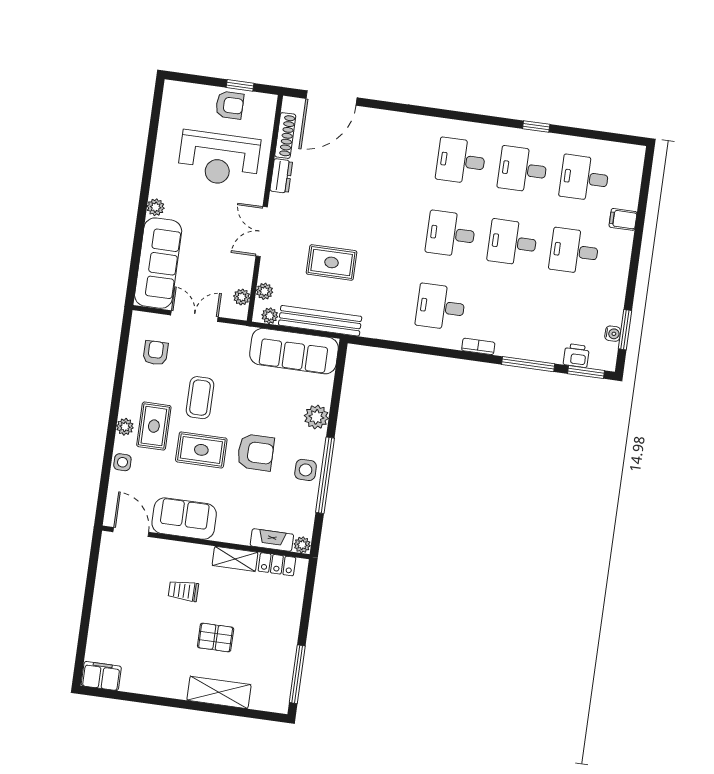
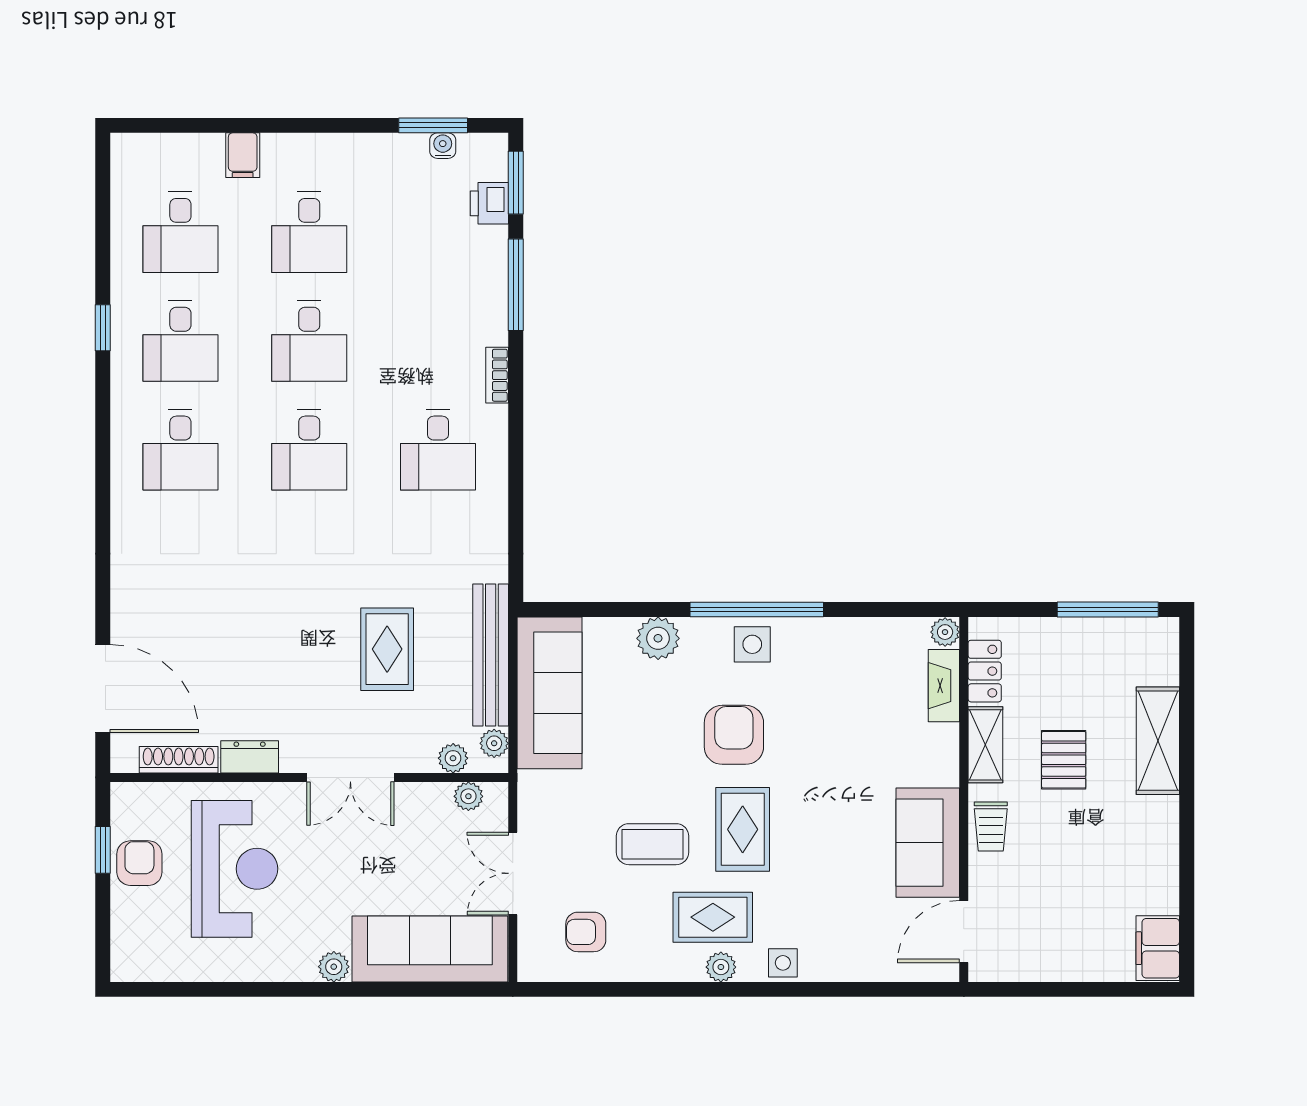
sofa: (184, 519) -> (928, 843), moved
door: (131, 532) -> (964, 932), moved
fireplace: (272, 540) -> (944, 686), moved
wall: (206, 542) -> (964, 799), moved
plant: (302, 545) -> (945, 632), moved
shelving: (235, 559) -> (985, 745), moved
locker: (277, 564) -> (985, 671), moved

